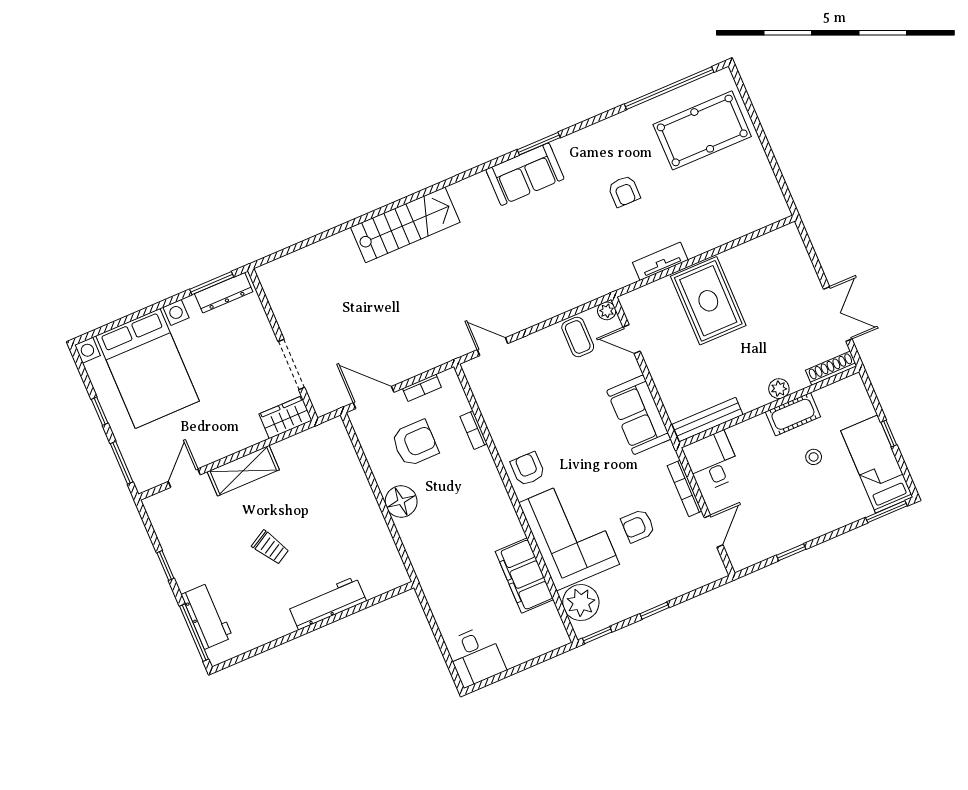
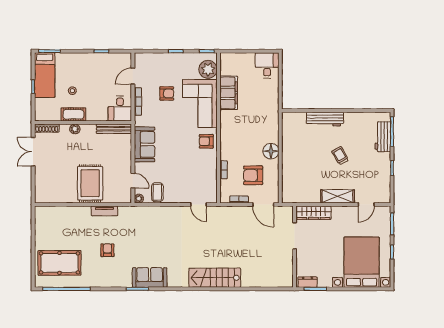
dresser: (224, 293) -> (307, 282), width x0.70
wardrobe: (285, 417) -> (313, 213), width x1.50
armchair: (528, 469) -> (206, 141), turned 90

